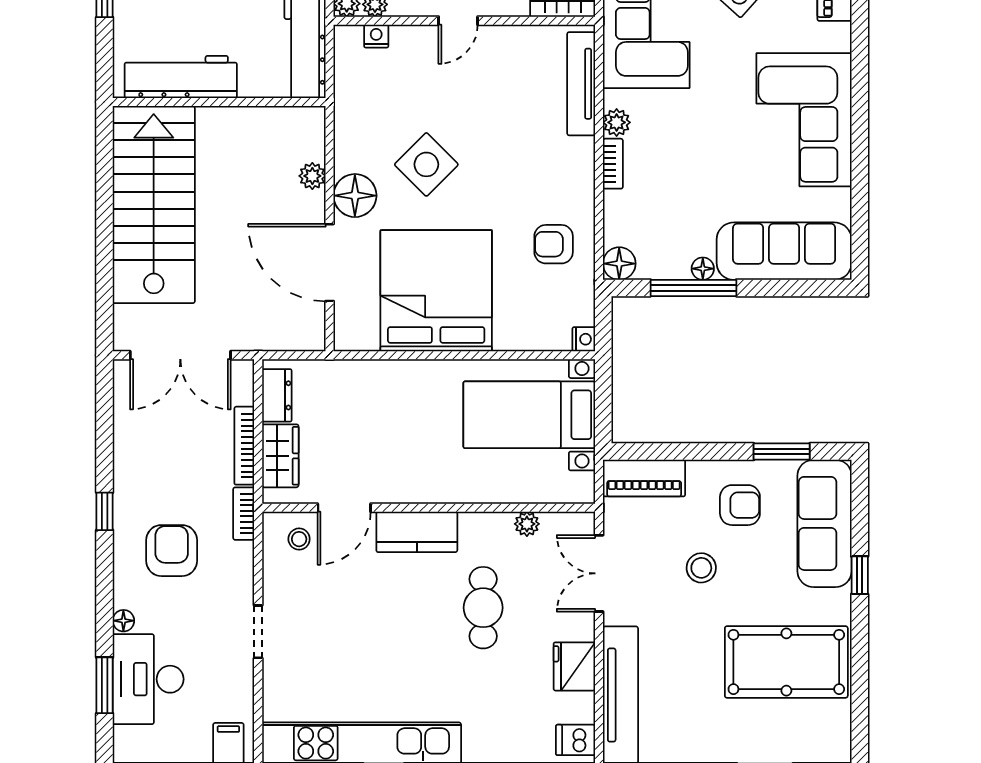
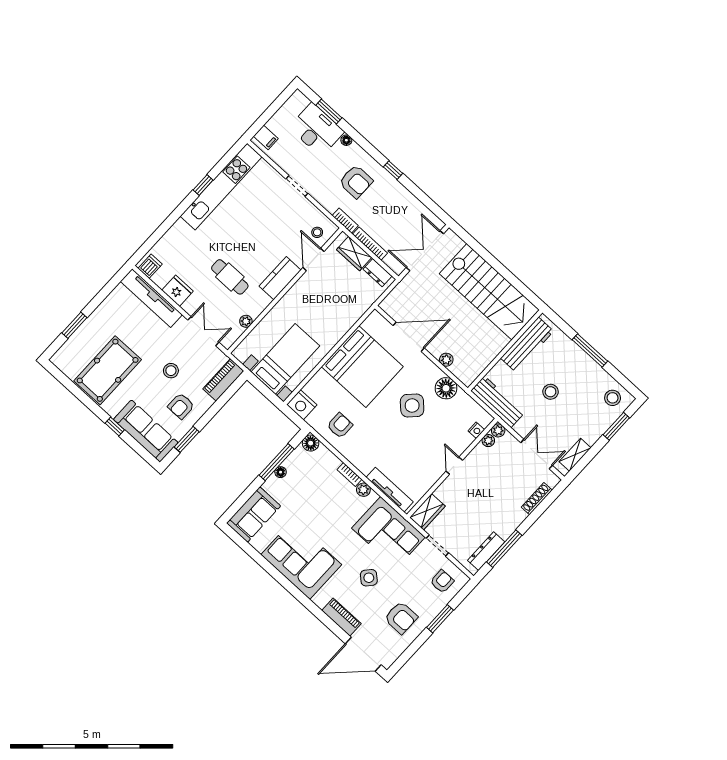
floor lamp: (355, 196) -> (446, 388), moved
sofa: (784, 251) -> (254, 515), width x0.73
nightstand: (584, 339) -> (302, 405), width x1.89, depth x1.79

